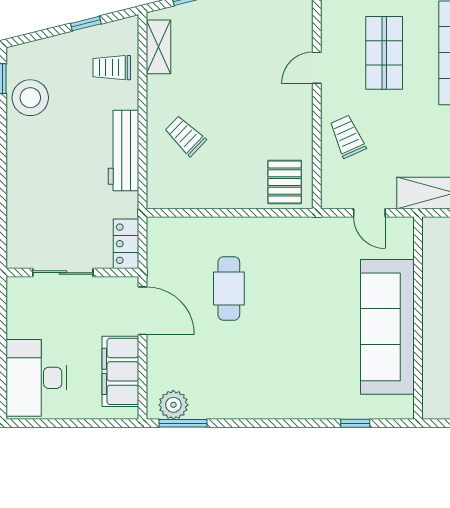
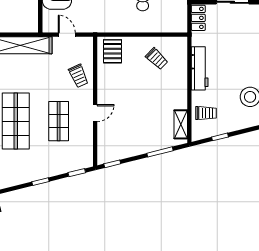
trolley: (185, 136) -> (157, 59), moved

